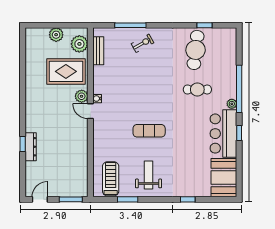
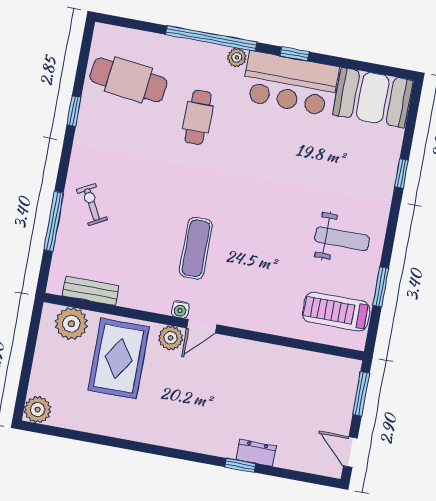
window: (205, 25) -> (74, 111), moved
plant: (56, 35) -> (38, 410), moved
cafe table: (196, 50) -> (128, 80), moved
exercise mat: (149, 131) -> (196, 248), moved
dresser: (31, 147) -> (256, 453), width x0.70
weight bench: (149, 175) -> (342, 239), turned 180

